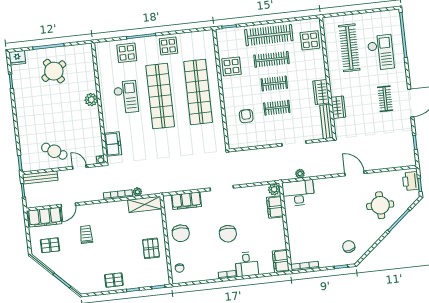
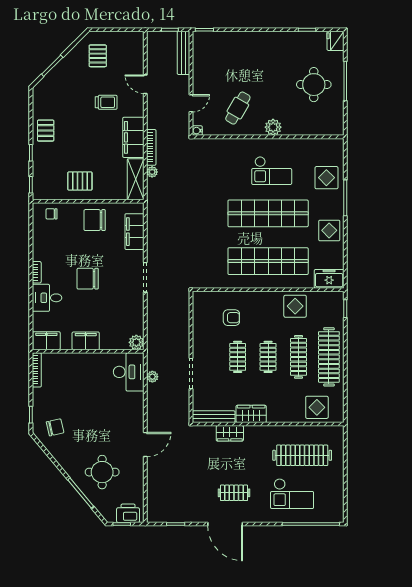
round table: (54, 71) -> (314, 85), turned 33
freezer: (113, 144) -> (329, 279), moved, turned 180
cafe table: (54, 151) -> (238, 108), moved
filing cabinet: (275, 207) -> (86, 341), moved
filing cabinet: (45, 217) -> (133, 137), moved

